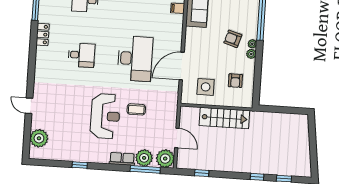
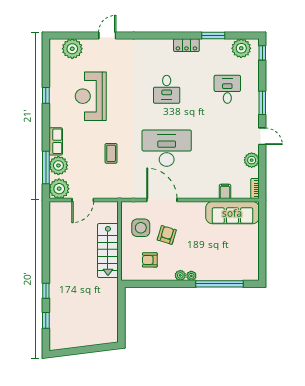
armchair: (233, 39) -> (167, 235), moved
desk: (135, 59) -> (167, 148), turned 180
reception desk: (105, 116) -> (91, 96), moved, turned 90
window: (202, 173) -> (46, 230), removed

